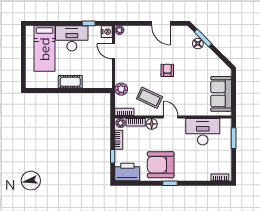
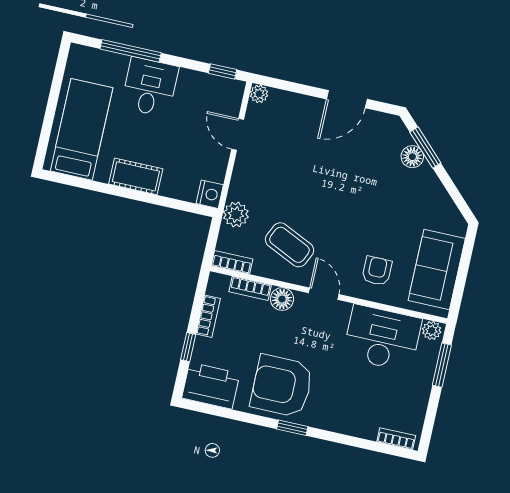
window: (55, 23) -> (131, 51), added
window: (89, 23) -> (223, 71), moved
door: (161, 23) -> (347, 99), hinge flipped
nightstand: (107, 32) -> (210, 194), moved
desk: (72, 38) -> (150, 87), width x0.73
bed: (45, 49) -> (82, 129), moved, turned 180
armchair: (167, 70) -> (377, 271), moved
plant: (121, 123) -> (432, 330), moved

